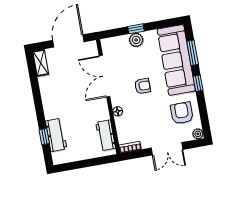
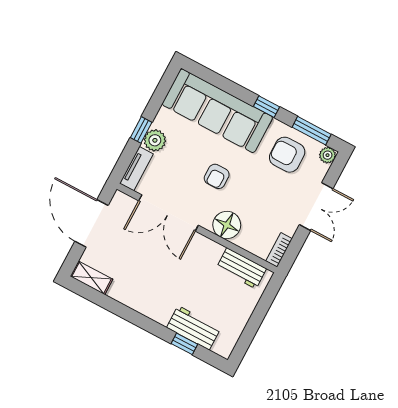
tv unit: (114, 42) -> (136, 169), added
window: (193, 53) -> (312, 131), moved
armchair: (142, 86) -> (217, 176), turned 180
floor lamp: (118, 111) -> (227, 225), width x1.89, depth x1.89

